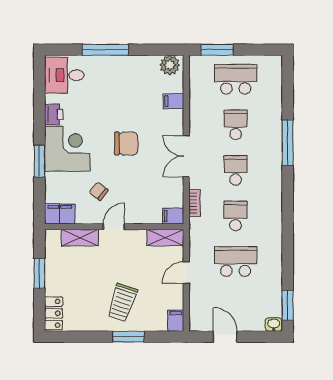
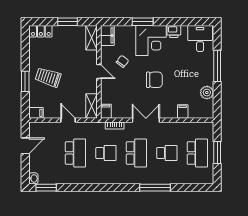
window: (217, 50) -> (217, 153), moved
plant: (170, 65) -> (207, 93), moved
chair: (126, 144) -> (154, 80), turned -90
school desk: (236, 170) -> (136, 153), width x1.85
shelving: (80, 238) -> (91, 38), moved

